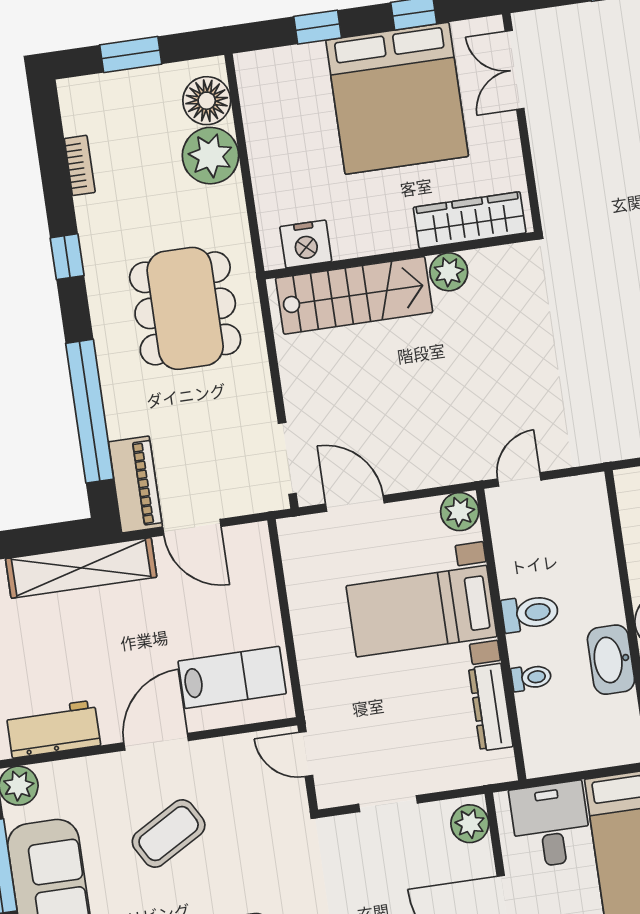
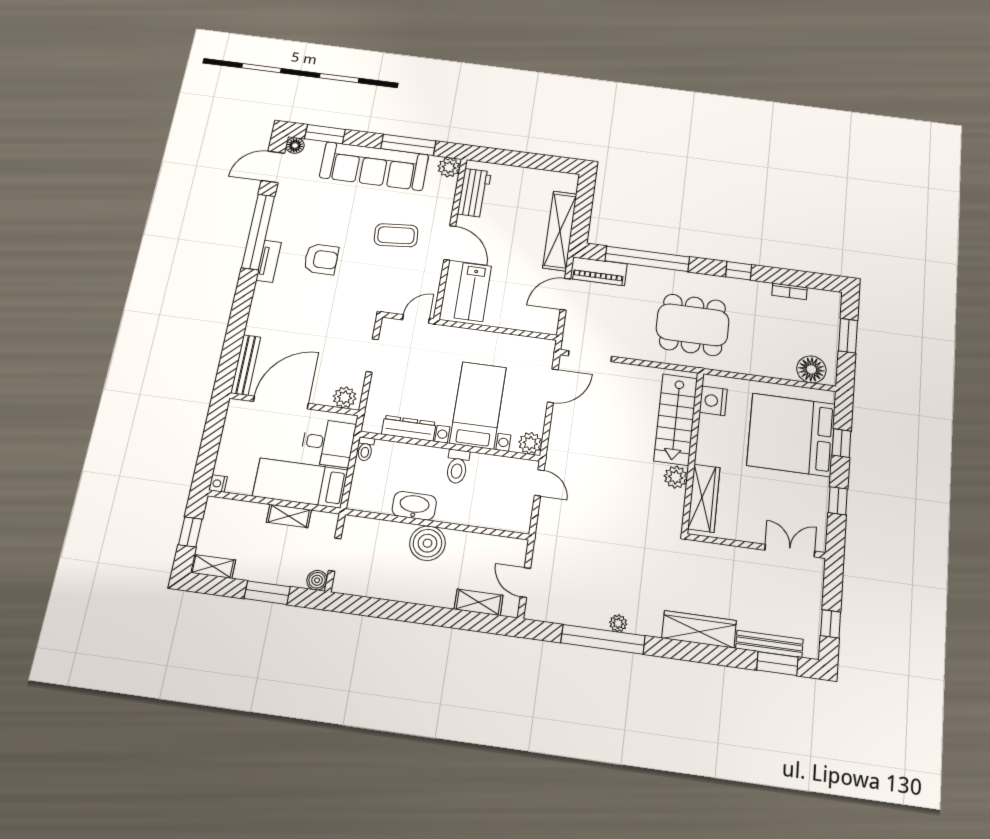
bed: (397, 98) -> (791, 435), moved
plant: (210, 156) -> (778, 363), removed
toilet: (531, 678) -> (365, 449), moved
coffee table: (169, 834) -> (396, 235), turned -65

